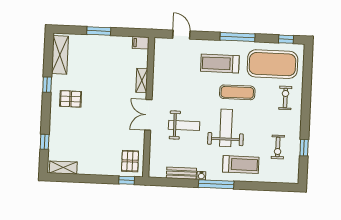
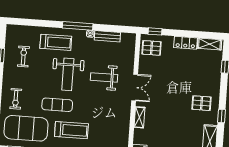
pallet: (130, 161) -> (152, 48), turned 90
treadmill: (241, 165) -> (56, 42), turned 180
locker: (91, 168) -> (185, 43), added

